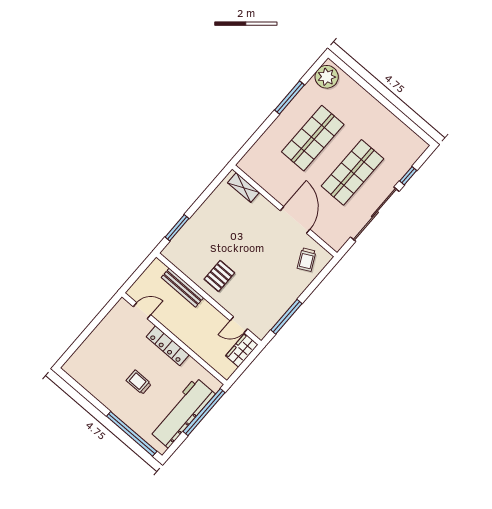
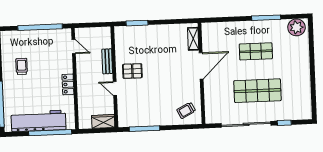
shop shelf: (313, 138) -> (256, 51), width x0.70, depth x0.74
door: (295, 220) -> (201, 66), moved
bench: (182, 288) -> (107, 61), width x0.73
door: (239, 325) -> (115, 89), moved
window: (93, 326) -> (40, 27), added
locker: (168, 346) -> (68, 84), width x0.66
trolley: (139, 382) -> (22, 66), moved

